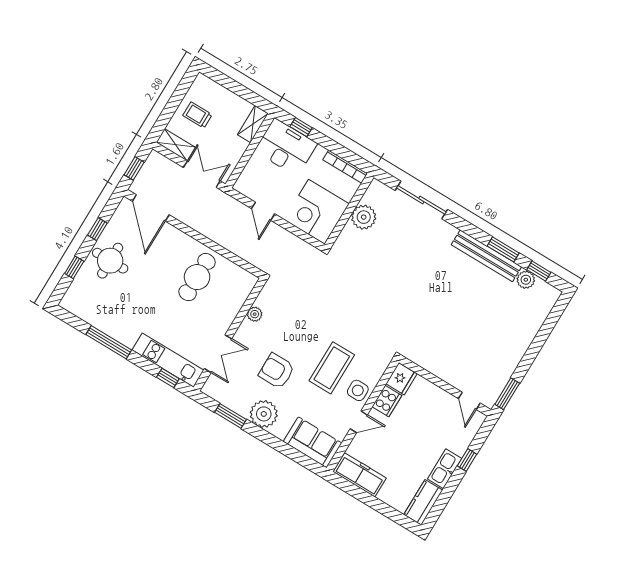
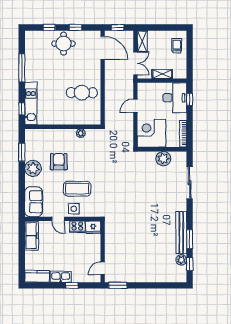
trolley: (197, 115) -> (177, 46), moved
shelving: (253, 124) -> (162, 74), moved
door: (151, 208) -> (103, 48), swing flipped
double door: (218, 354) -> (49, 127), removed

